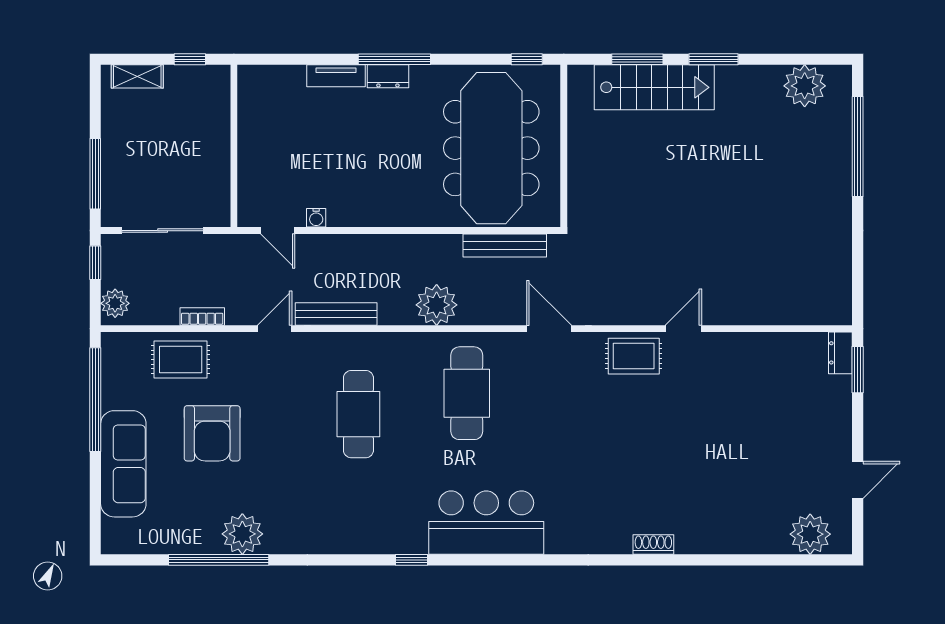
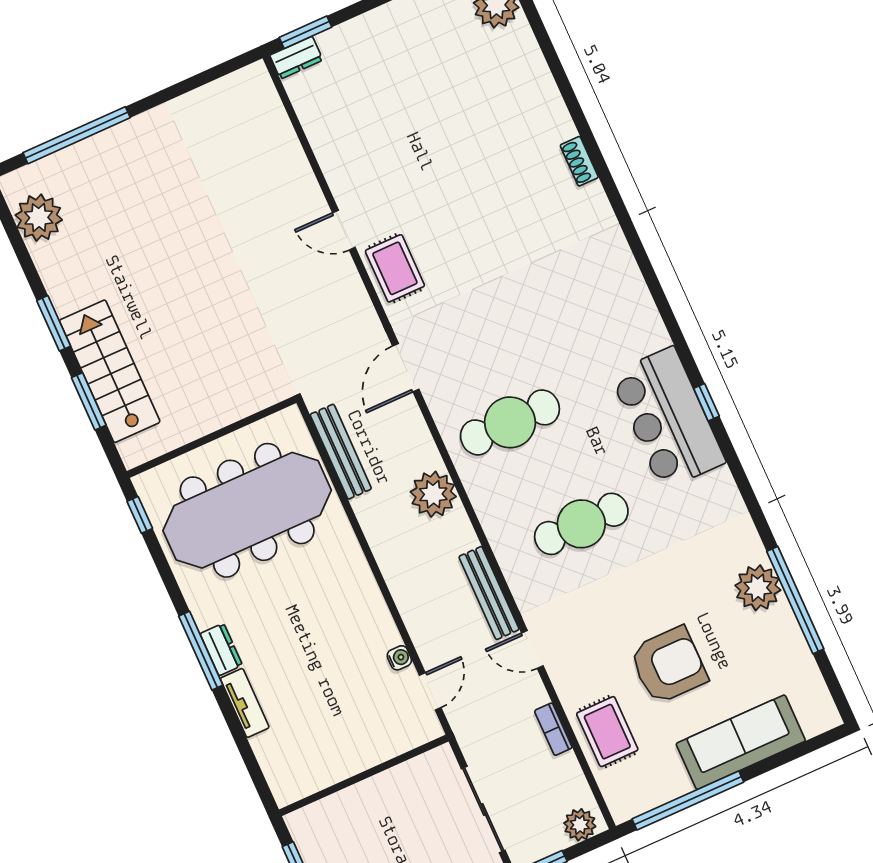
bar counter: (486, 523) -> (668, 418), moved

